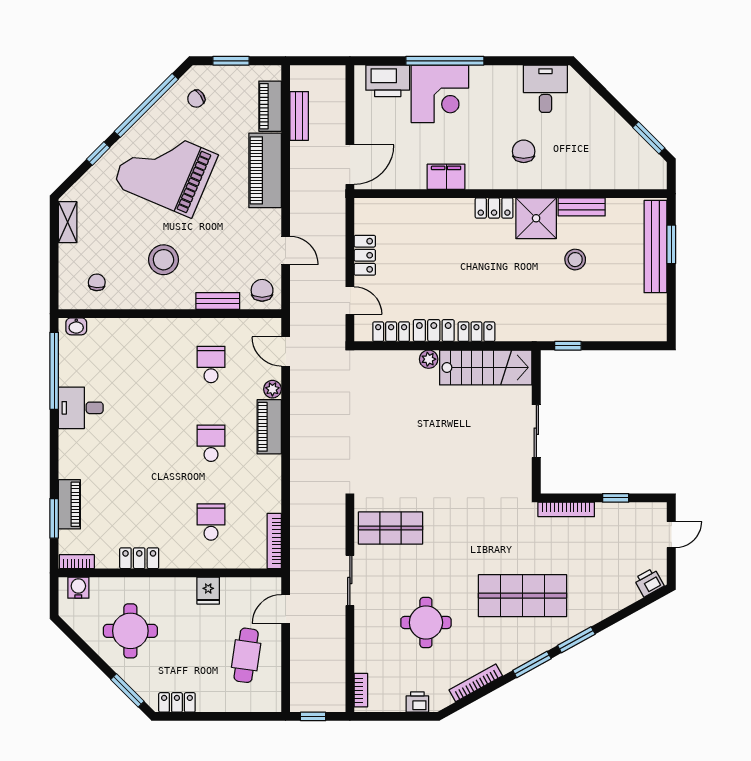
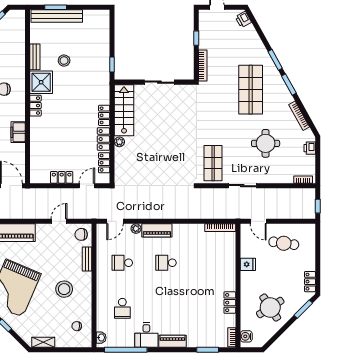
piano: (69, 504) -> (172, 341), moved
school desk: (211, 522) -> (122, 308), moved, turned -90
round table: (130, 631) -> (270, 307), turned -33

